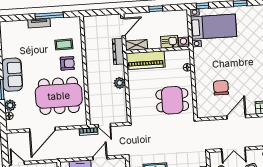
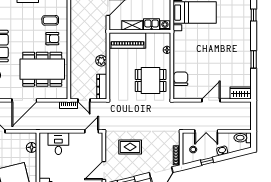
shelving: (136, 45) -> (132, 25), moved
dresser: (118, 51) -> (102, 87), moved
chair: (221, 88) -> (181, 79), moved
door: (100, 158) -> (92, 131), moved

